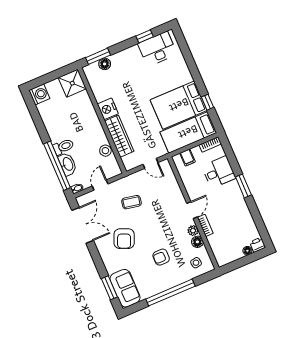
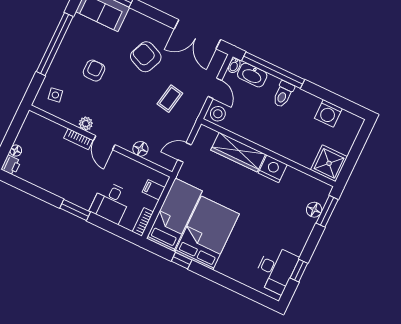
washing machine: (39, 94) -> (328, 113), moved
stool: (105, 151) -> (218, 114), moved
washbasin: (68, 164) -> (252, 75), moved
floor lamp: (197, 242) -> (140, 149), moved

